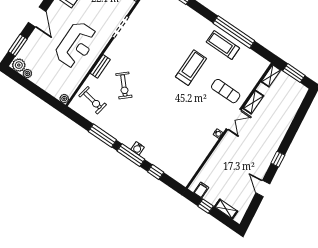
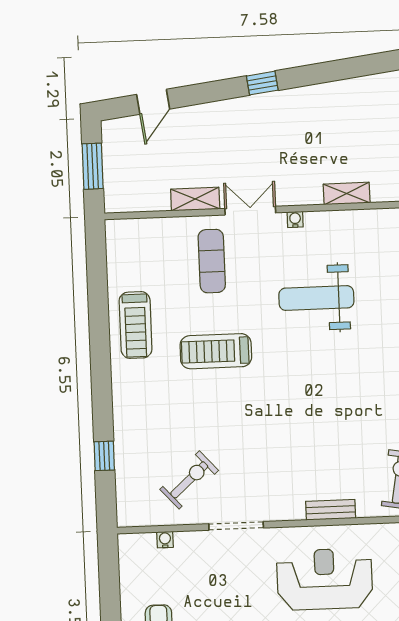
window: (234, 32) -> (99, 323), removed
shelving: (271, 76) -> (347, 194), moved
exercise bike: (124, 85) -> (189, 480), moved
weight bench: (183, 120) -> (316, 298), added
door: (263, 188) -> (153, 102), moved

